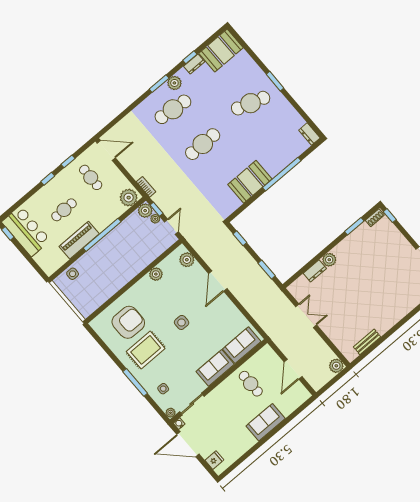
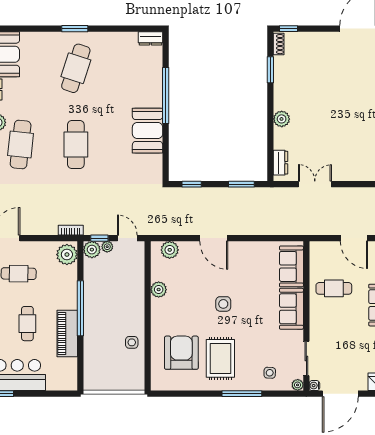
dresser: (315, 271) -> (280, 163), moved
side table: (73, 274) -> (132, 342), moved

